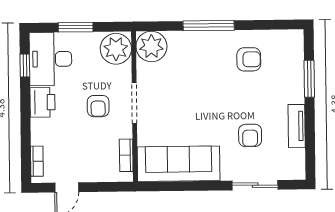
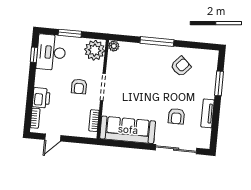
plant: (151, 46) -> (114, 46), width x0.53, depth x0.53
armchair: (249, 59) -> (181, 66), turned -47
printer: (42, 102) -> (41, 98), moved
sliding door: (255, 185) -> (176, 149), width x1.37

